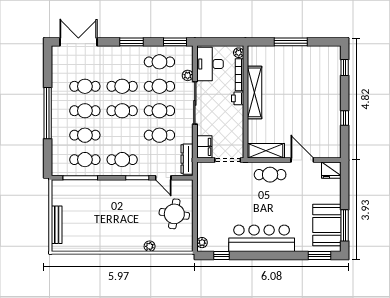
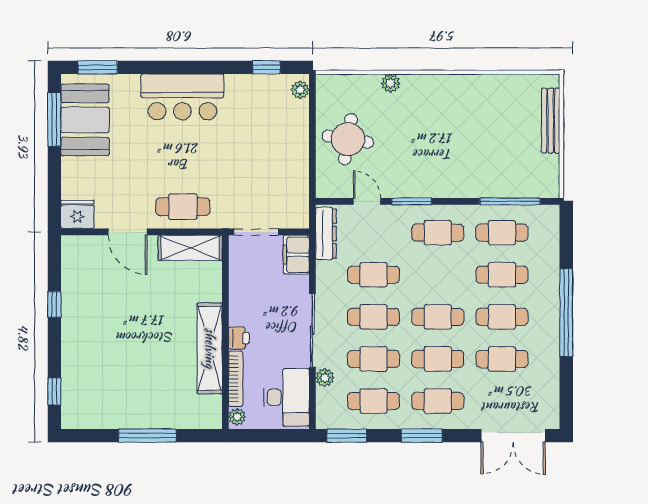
cafe table: (122, 62) -> (438, 401), added
bar counter: (262, 238) -> (182, 97), width x0.73

